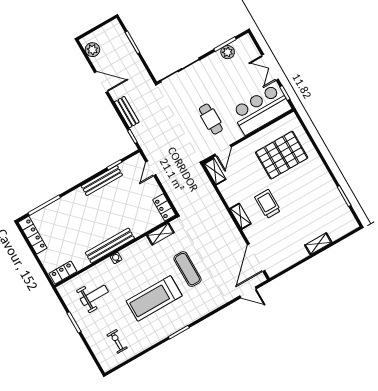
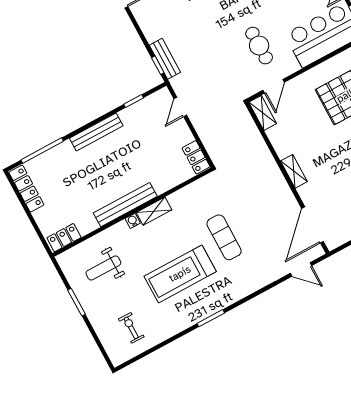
bench: (127, 112) -> (165, 59), moved
bench: (102, 181) -> (96, 132), moved
trolley: (268, 204) -> (329, 156), removed
shelving: (160, 234) -> (154, 211), moved
weight bench: (94, 295) -> (103, 268), turned 180

